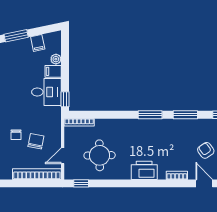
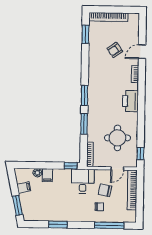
desk: (46, 92) -> (83, 181), moved
window: (185, 115) -> (84, 124), moved
door: (63, 156) -> (117, 168), hinge flipped

